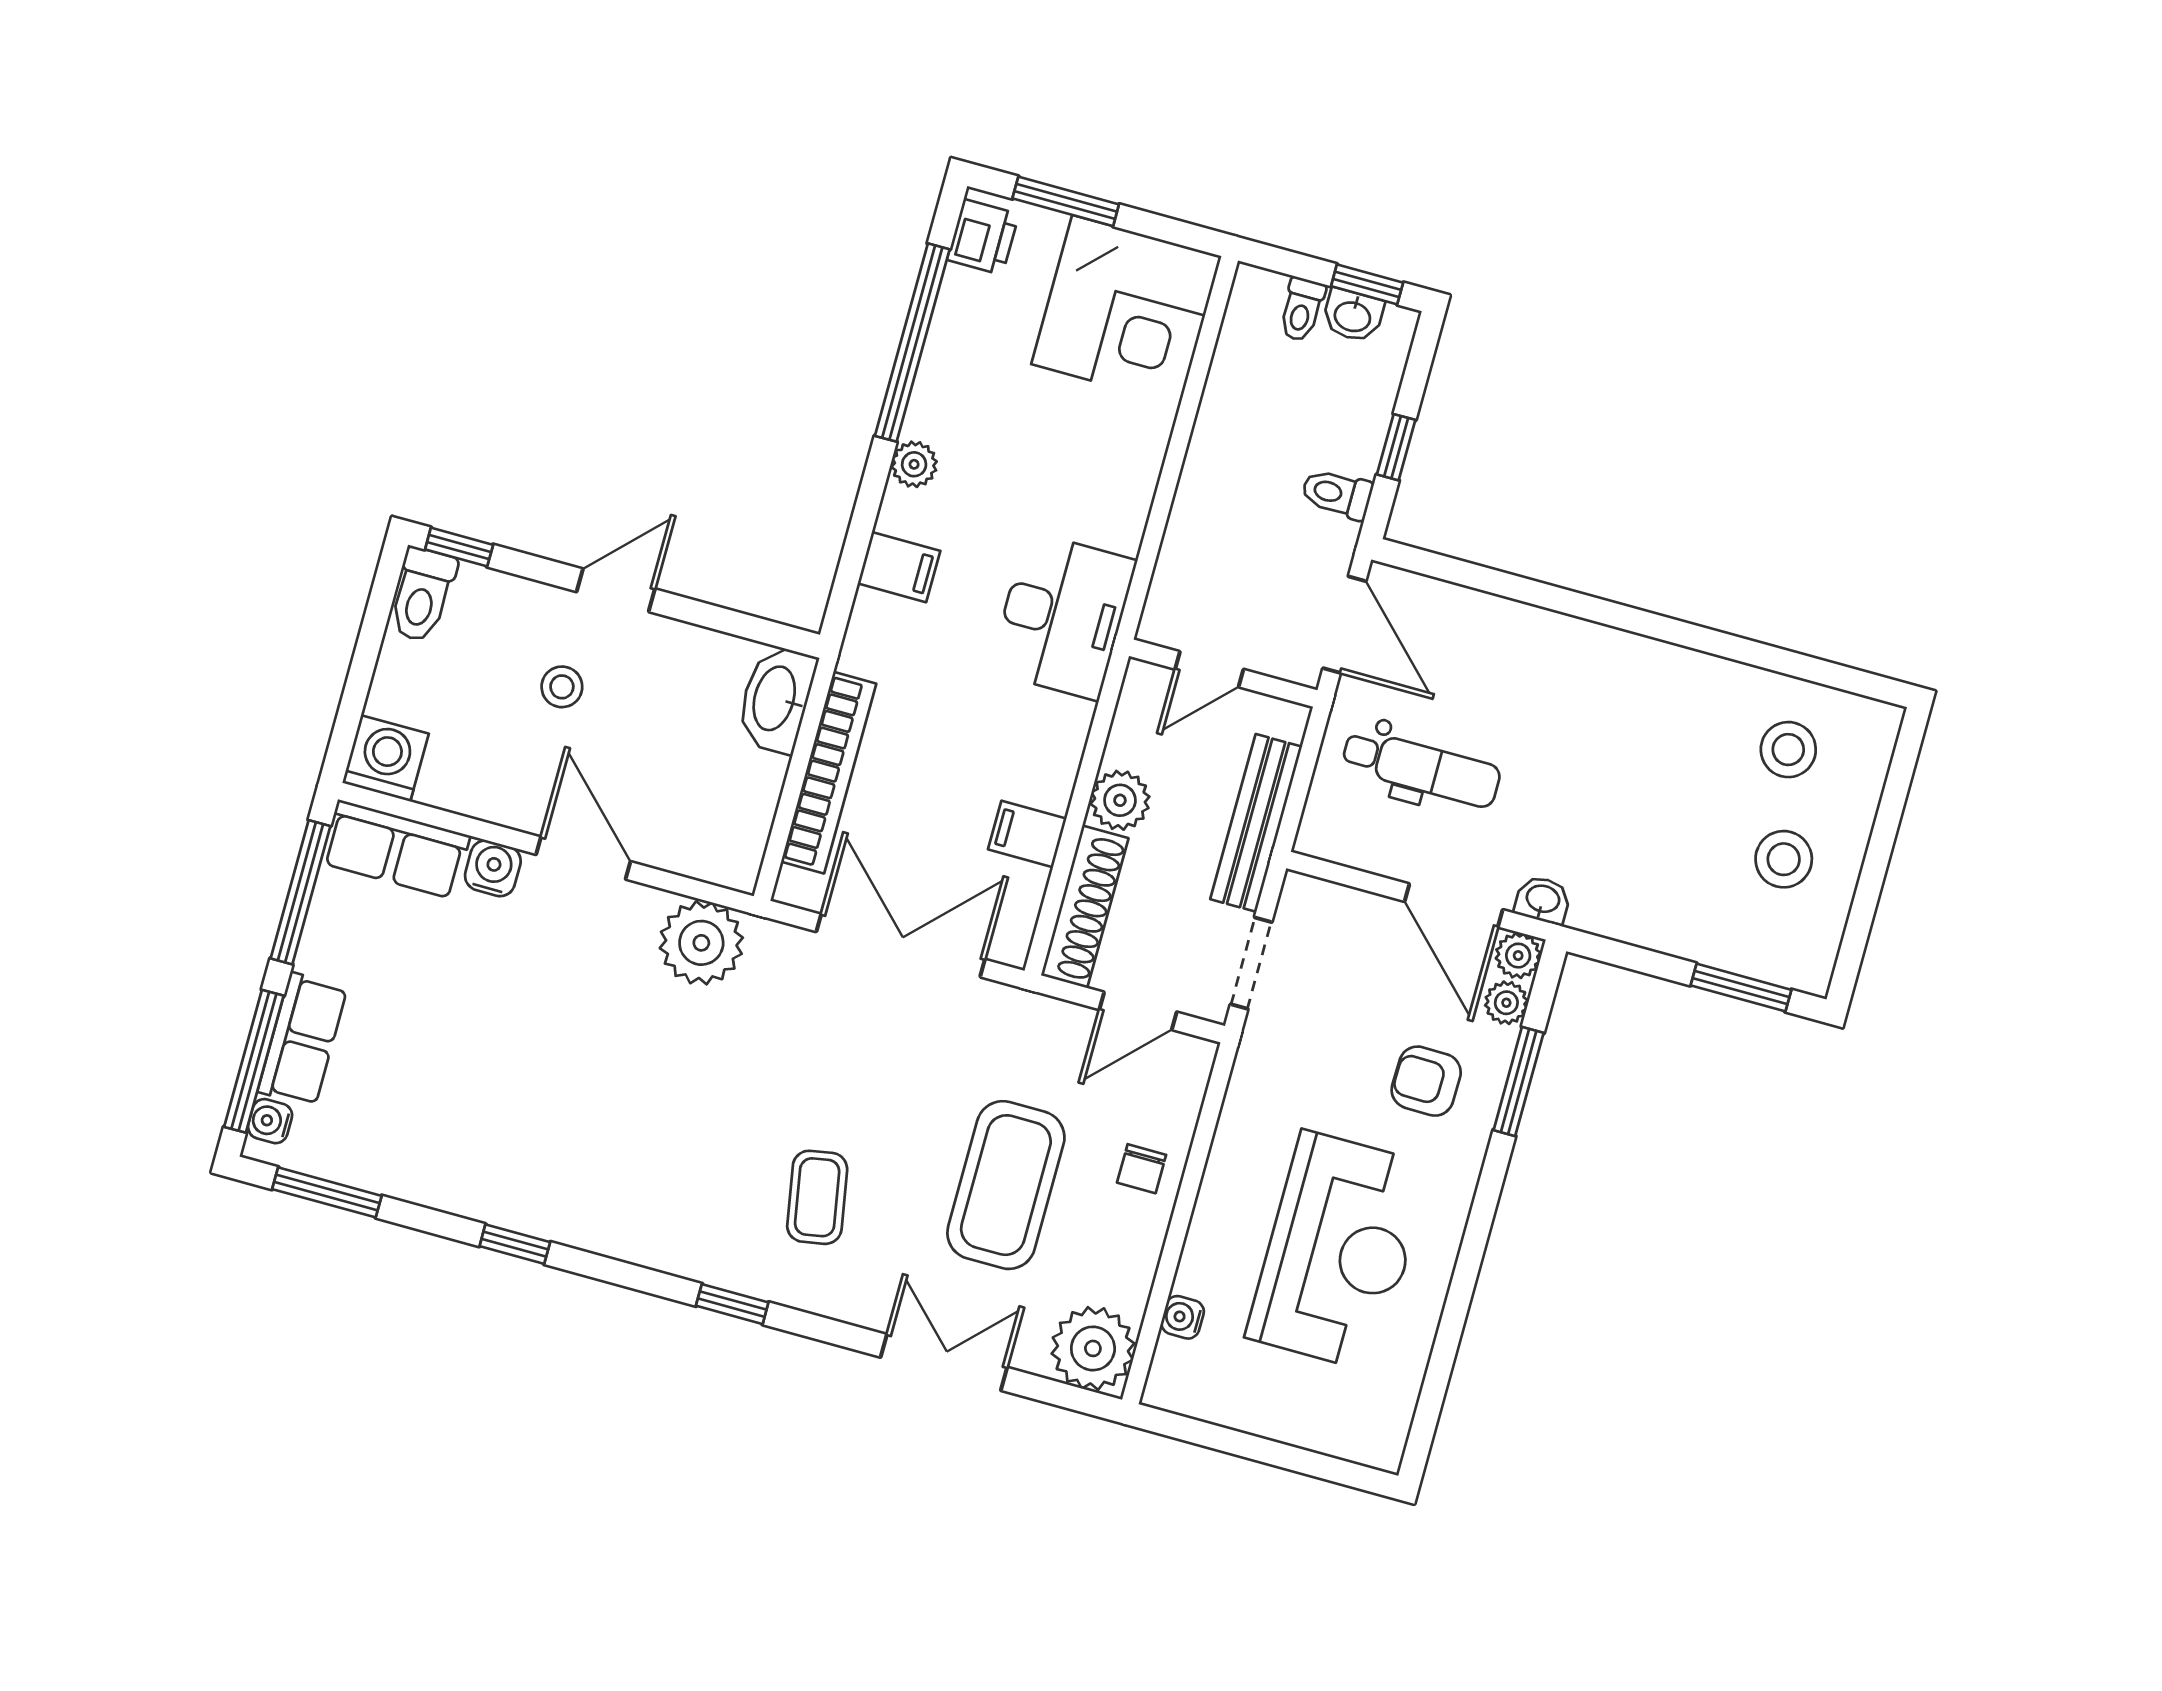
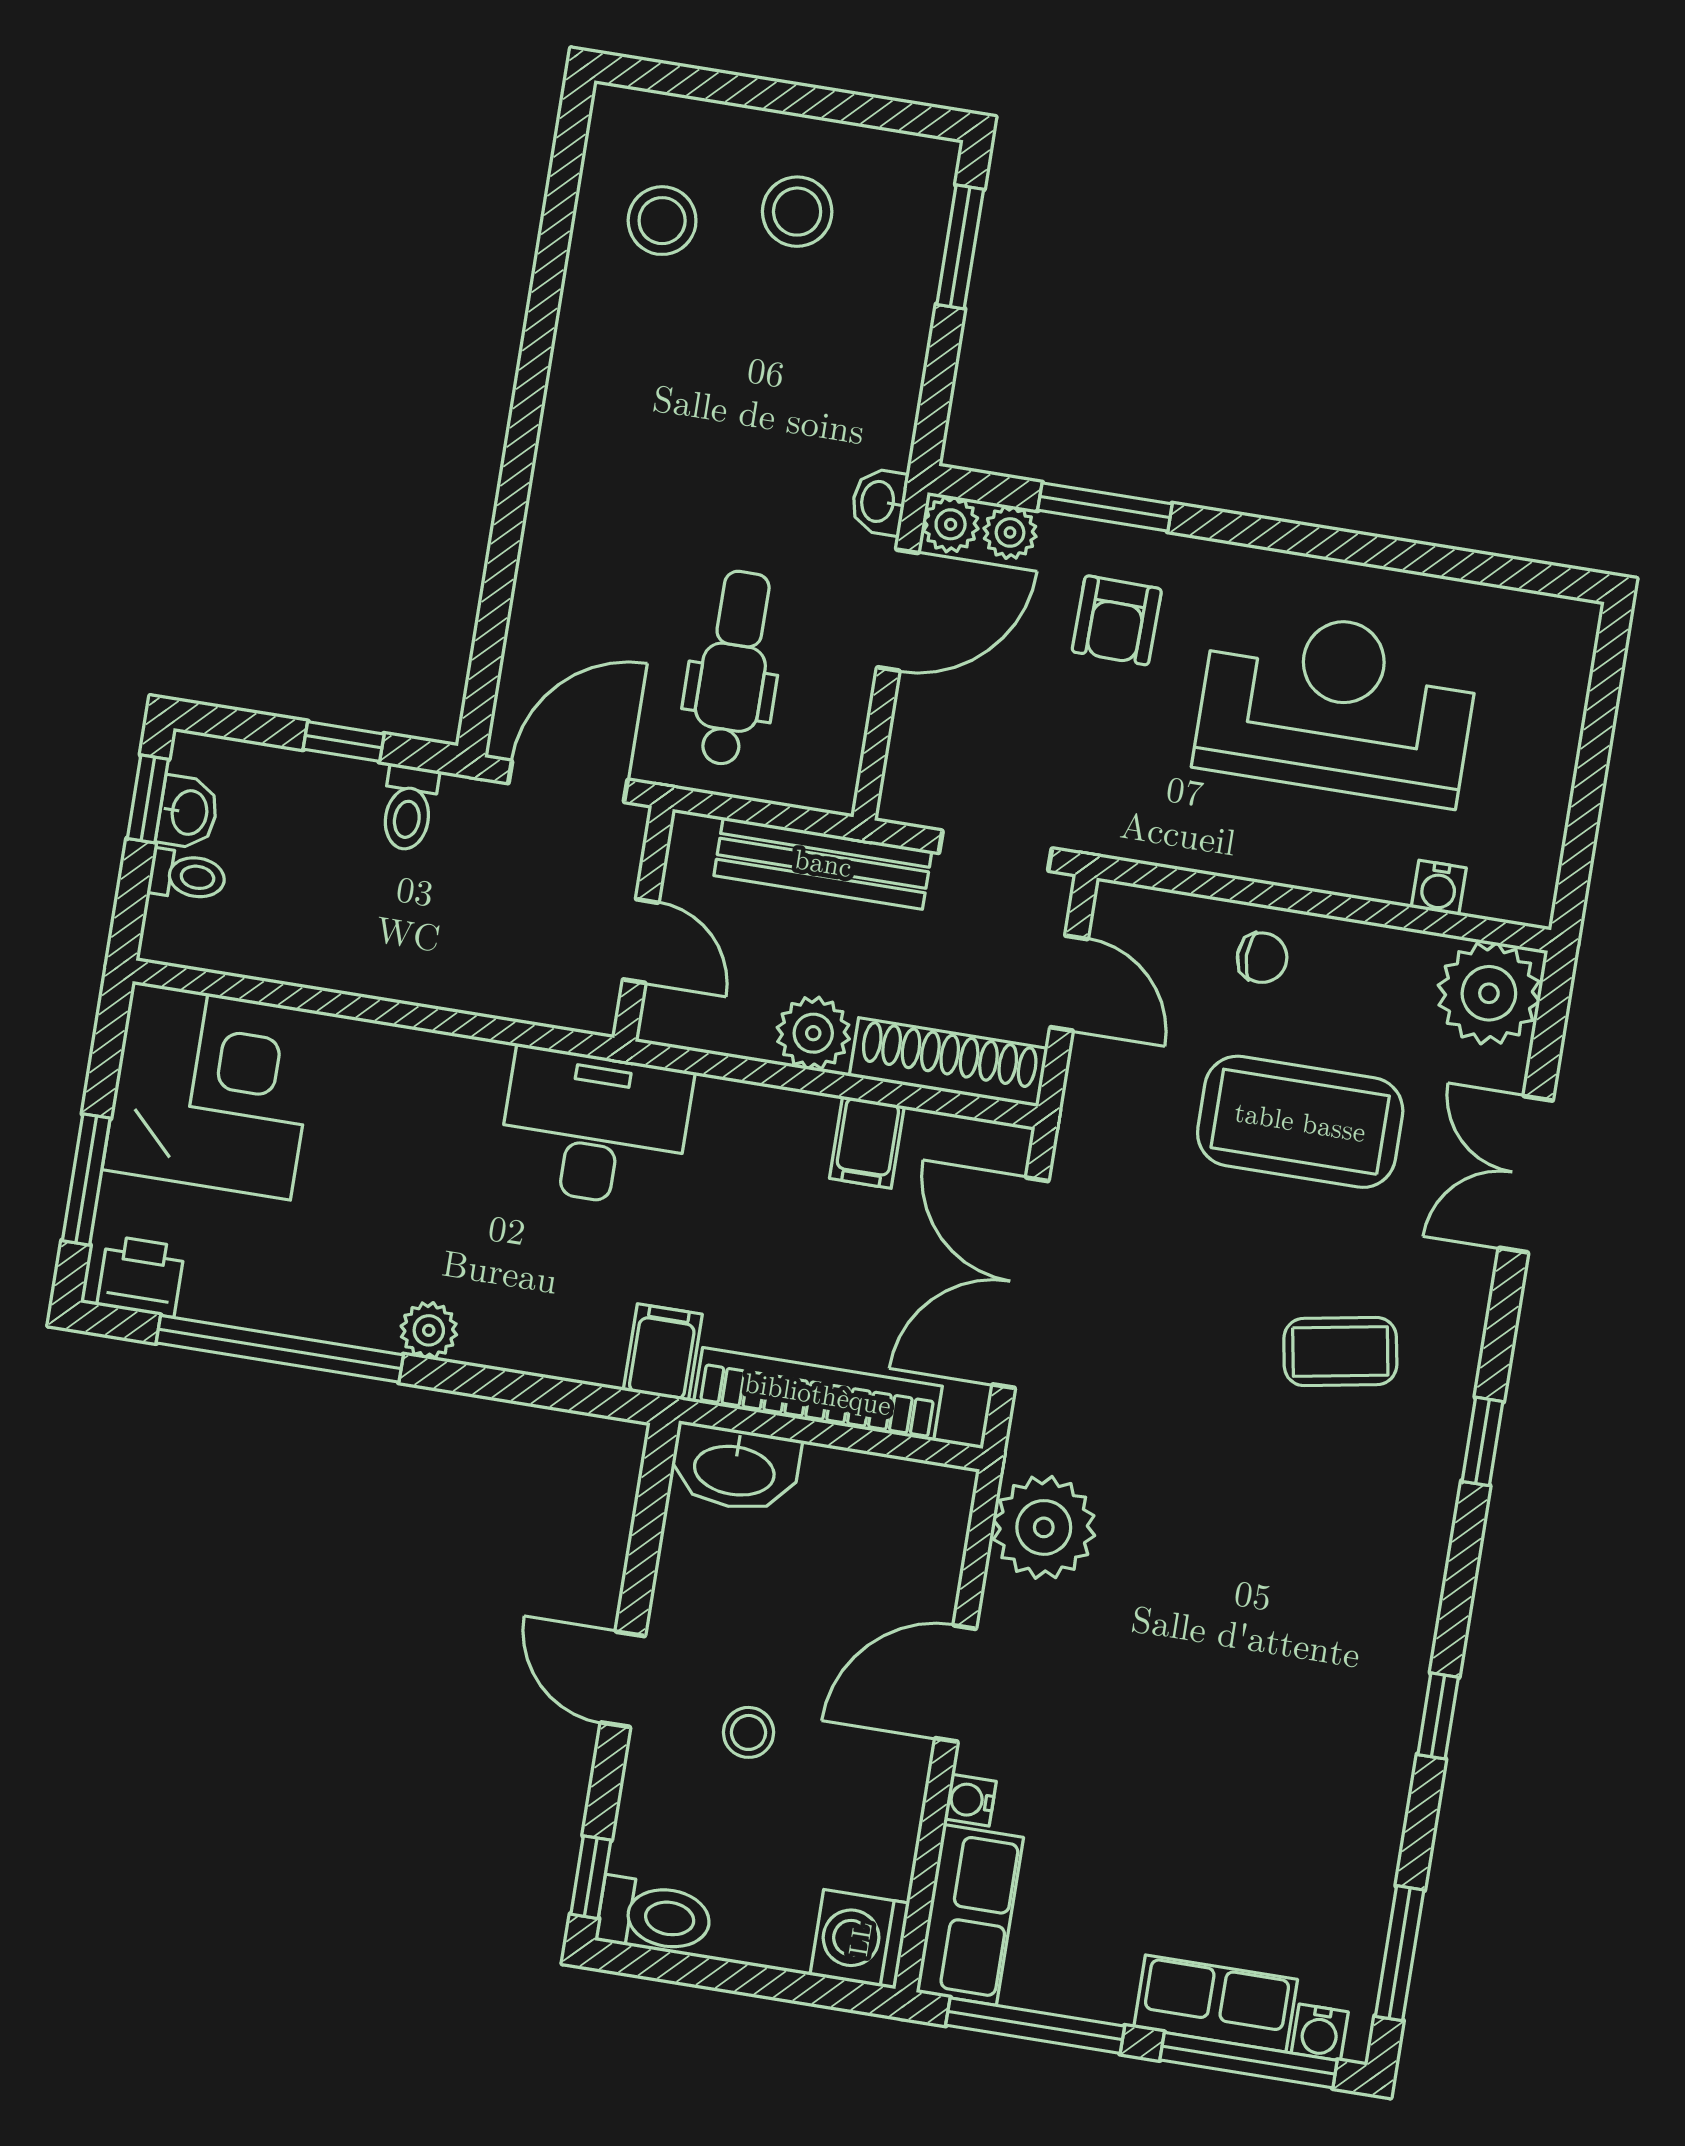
filing cabinet: (899, 567) -> (663, 1352), moved
water cooler: (493, 868) -> (970, 1800), width x0.72, depth x0.72

